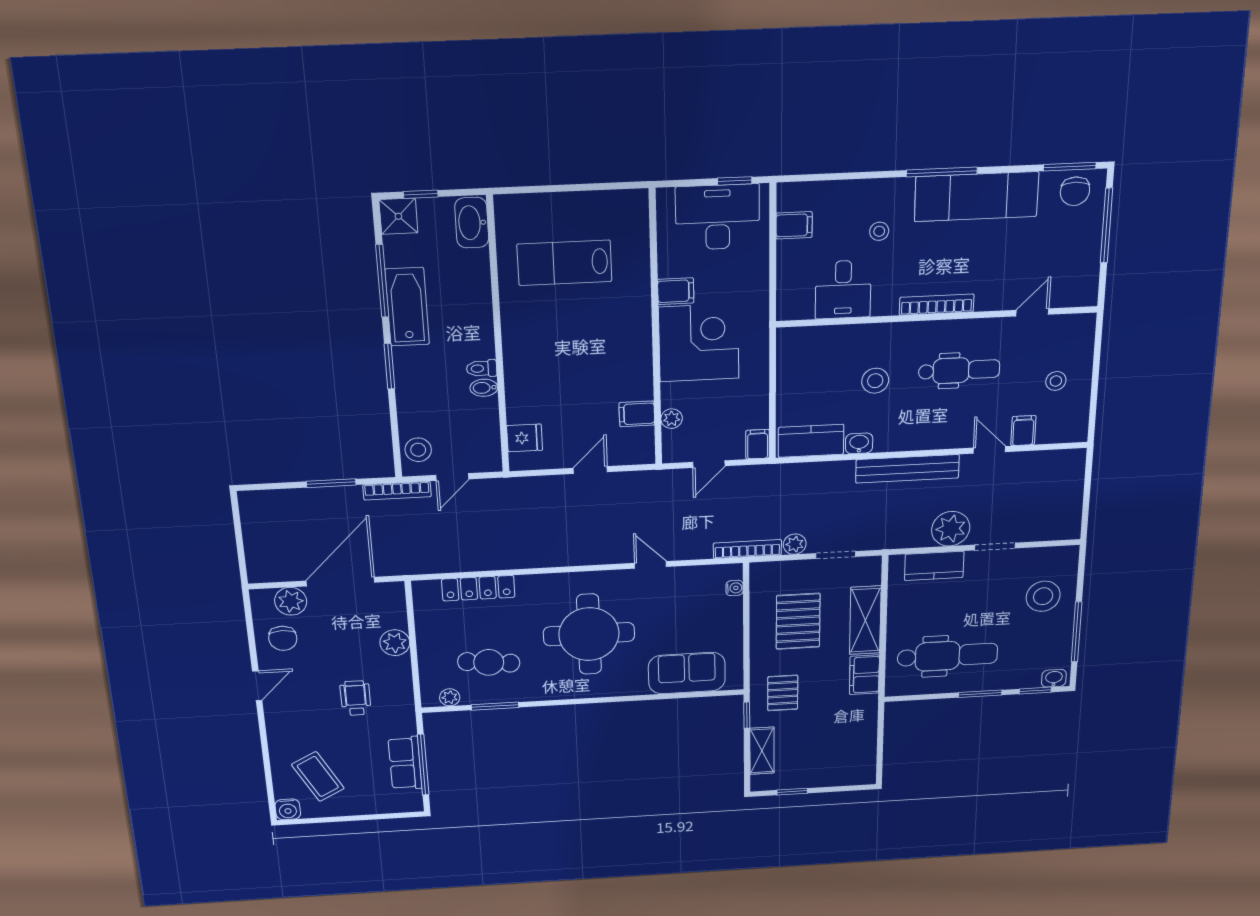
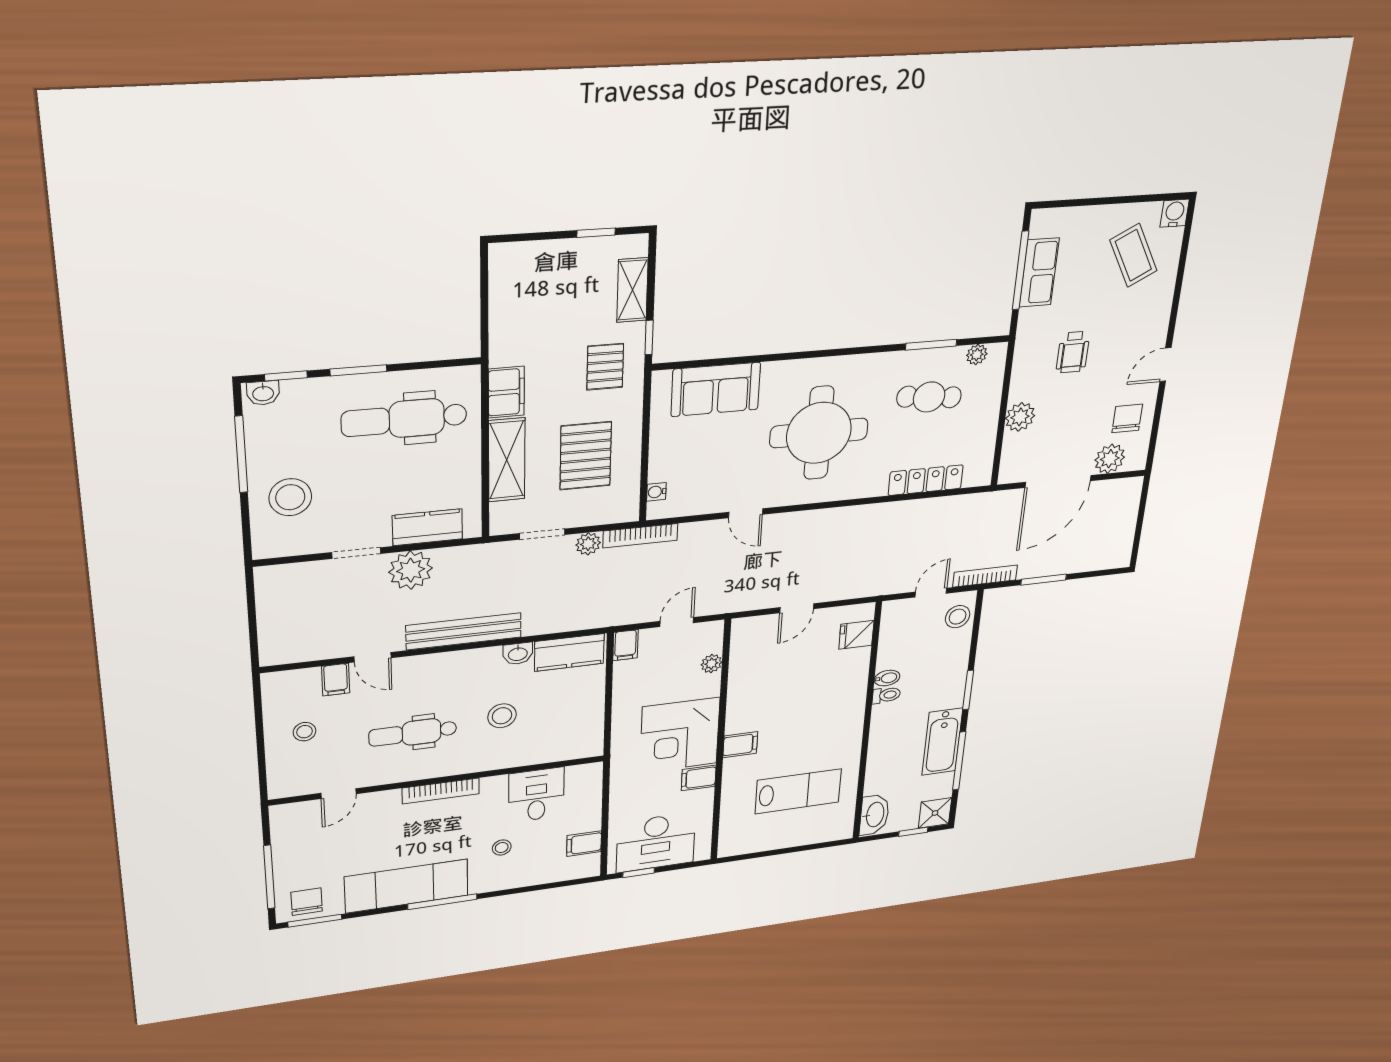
filing cabinet: (637, 414) -> (740, 745), moved

